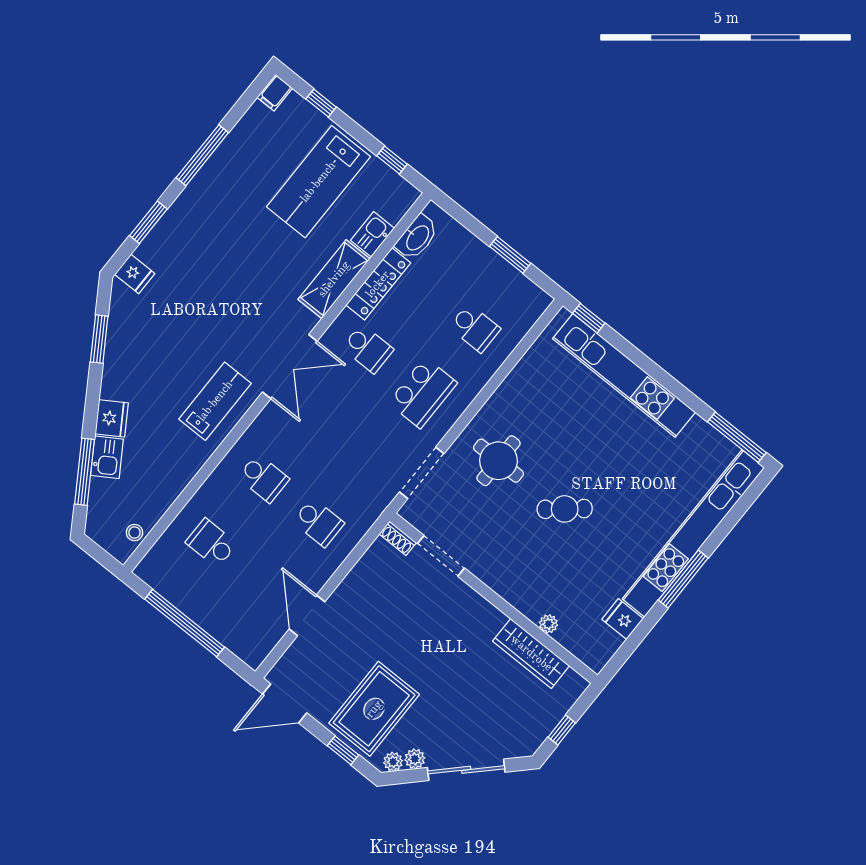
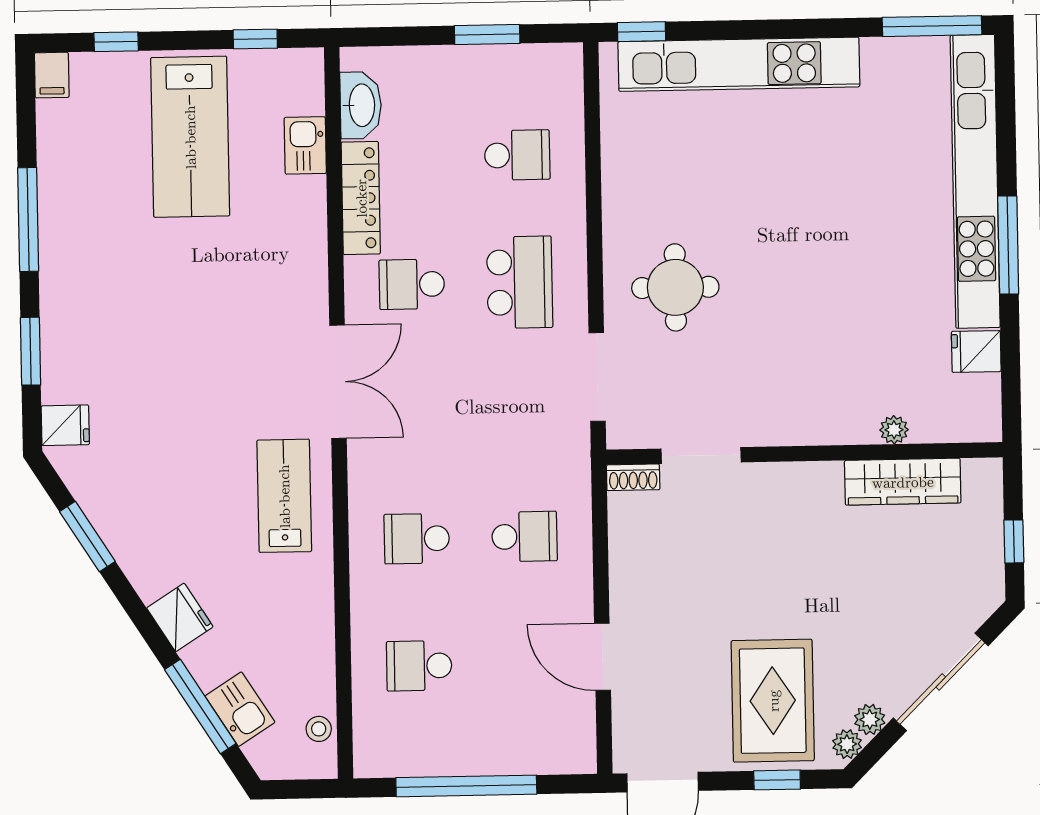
shelving: (334, 279) -> (304, 236), removed
school desk: (368, 349) -> (412, 284), turned 180
kitchen sink: (107, 457) -> (240, 709), moved
school desk: (263, 478) -> (417, 539), turned 180
cafe table: (565, 509) -> (800, 279), removed

